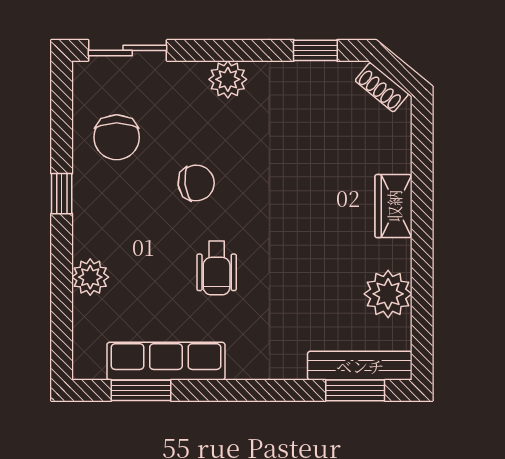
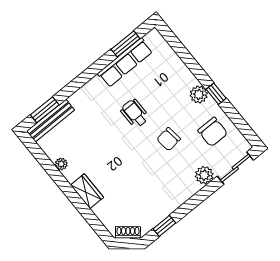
plant: (228, 79) -> (204, 175), moved
chair: (117, 137) -> (213, 132), turned 180
plant: (90, 277) -> (199, 95), moved
plant: (388, 294) -> (61, 164), width x0.53, depth x0.53

